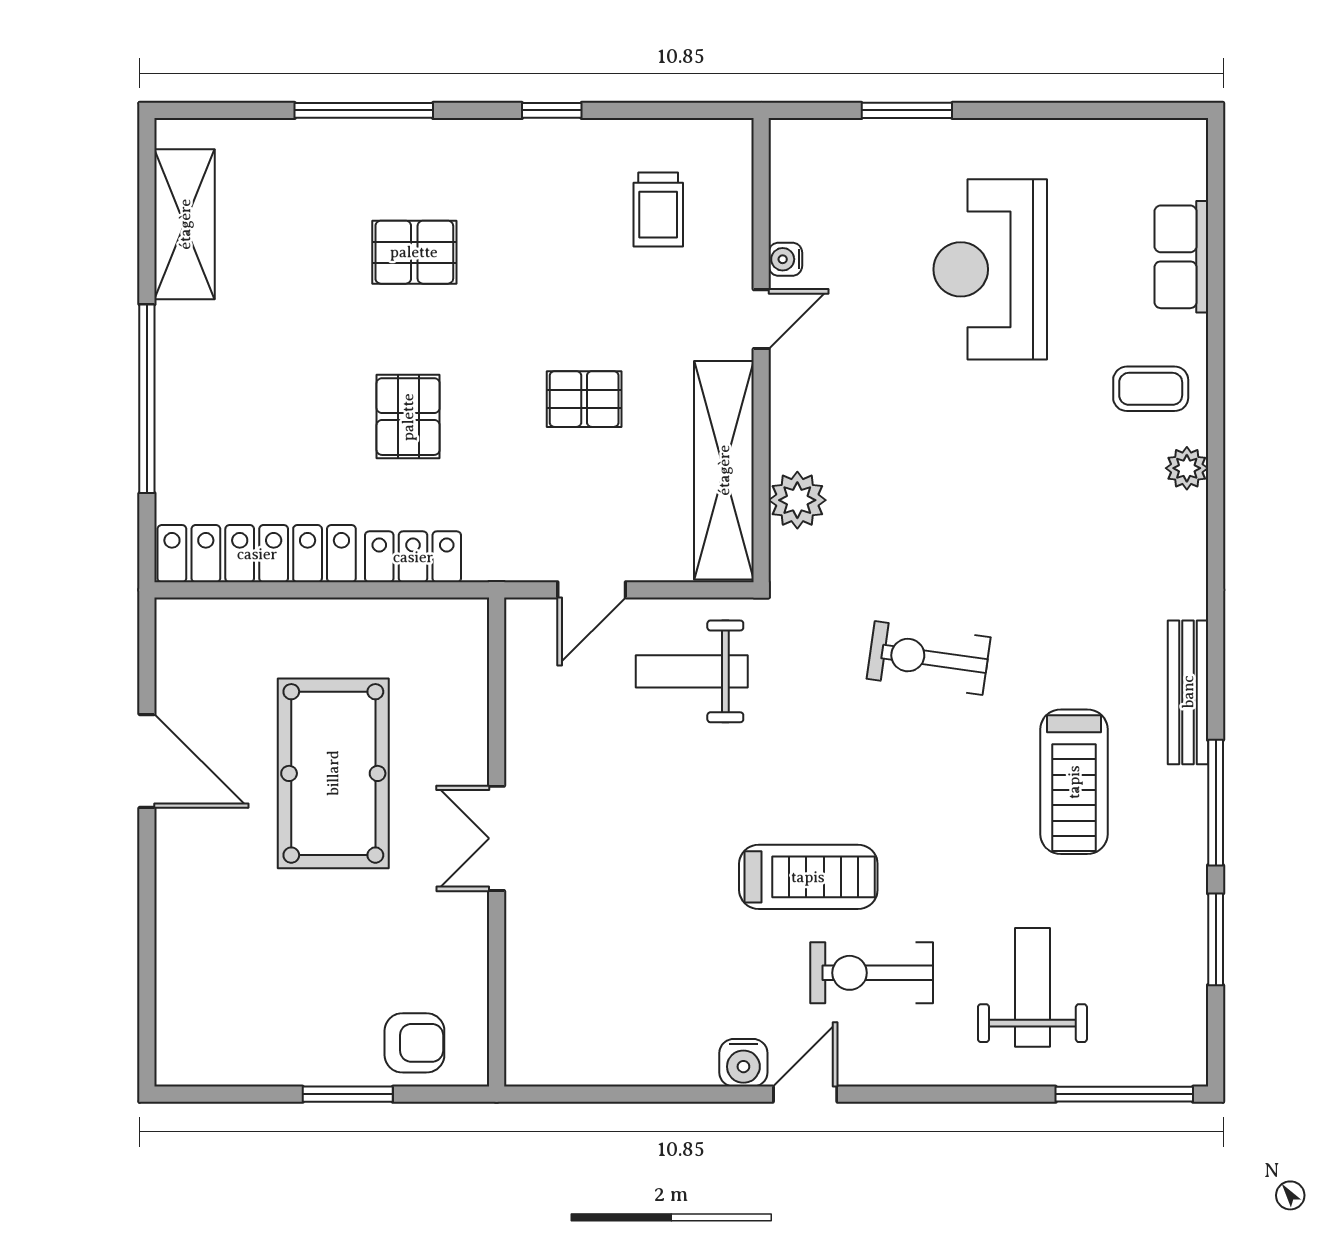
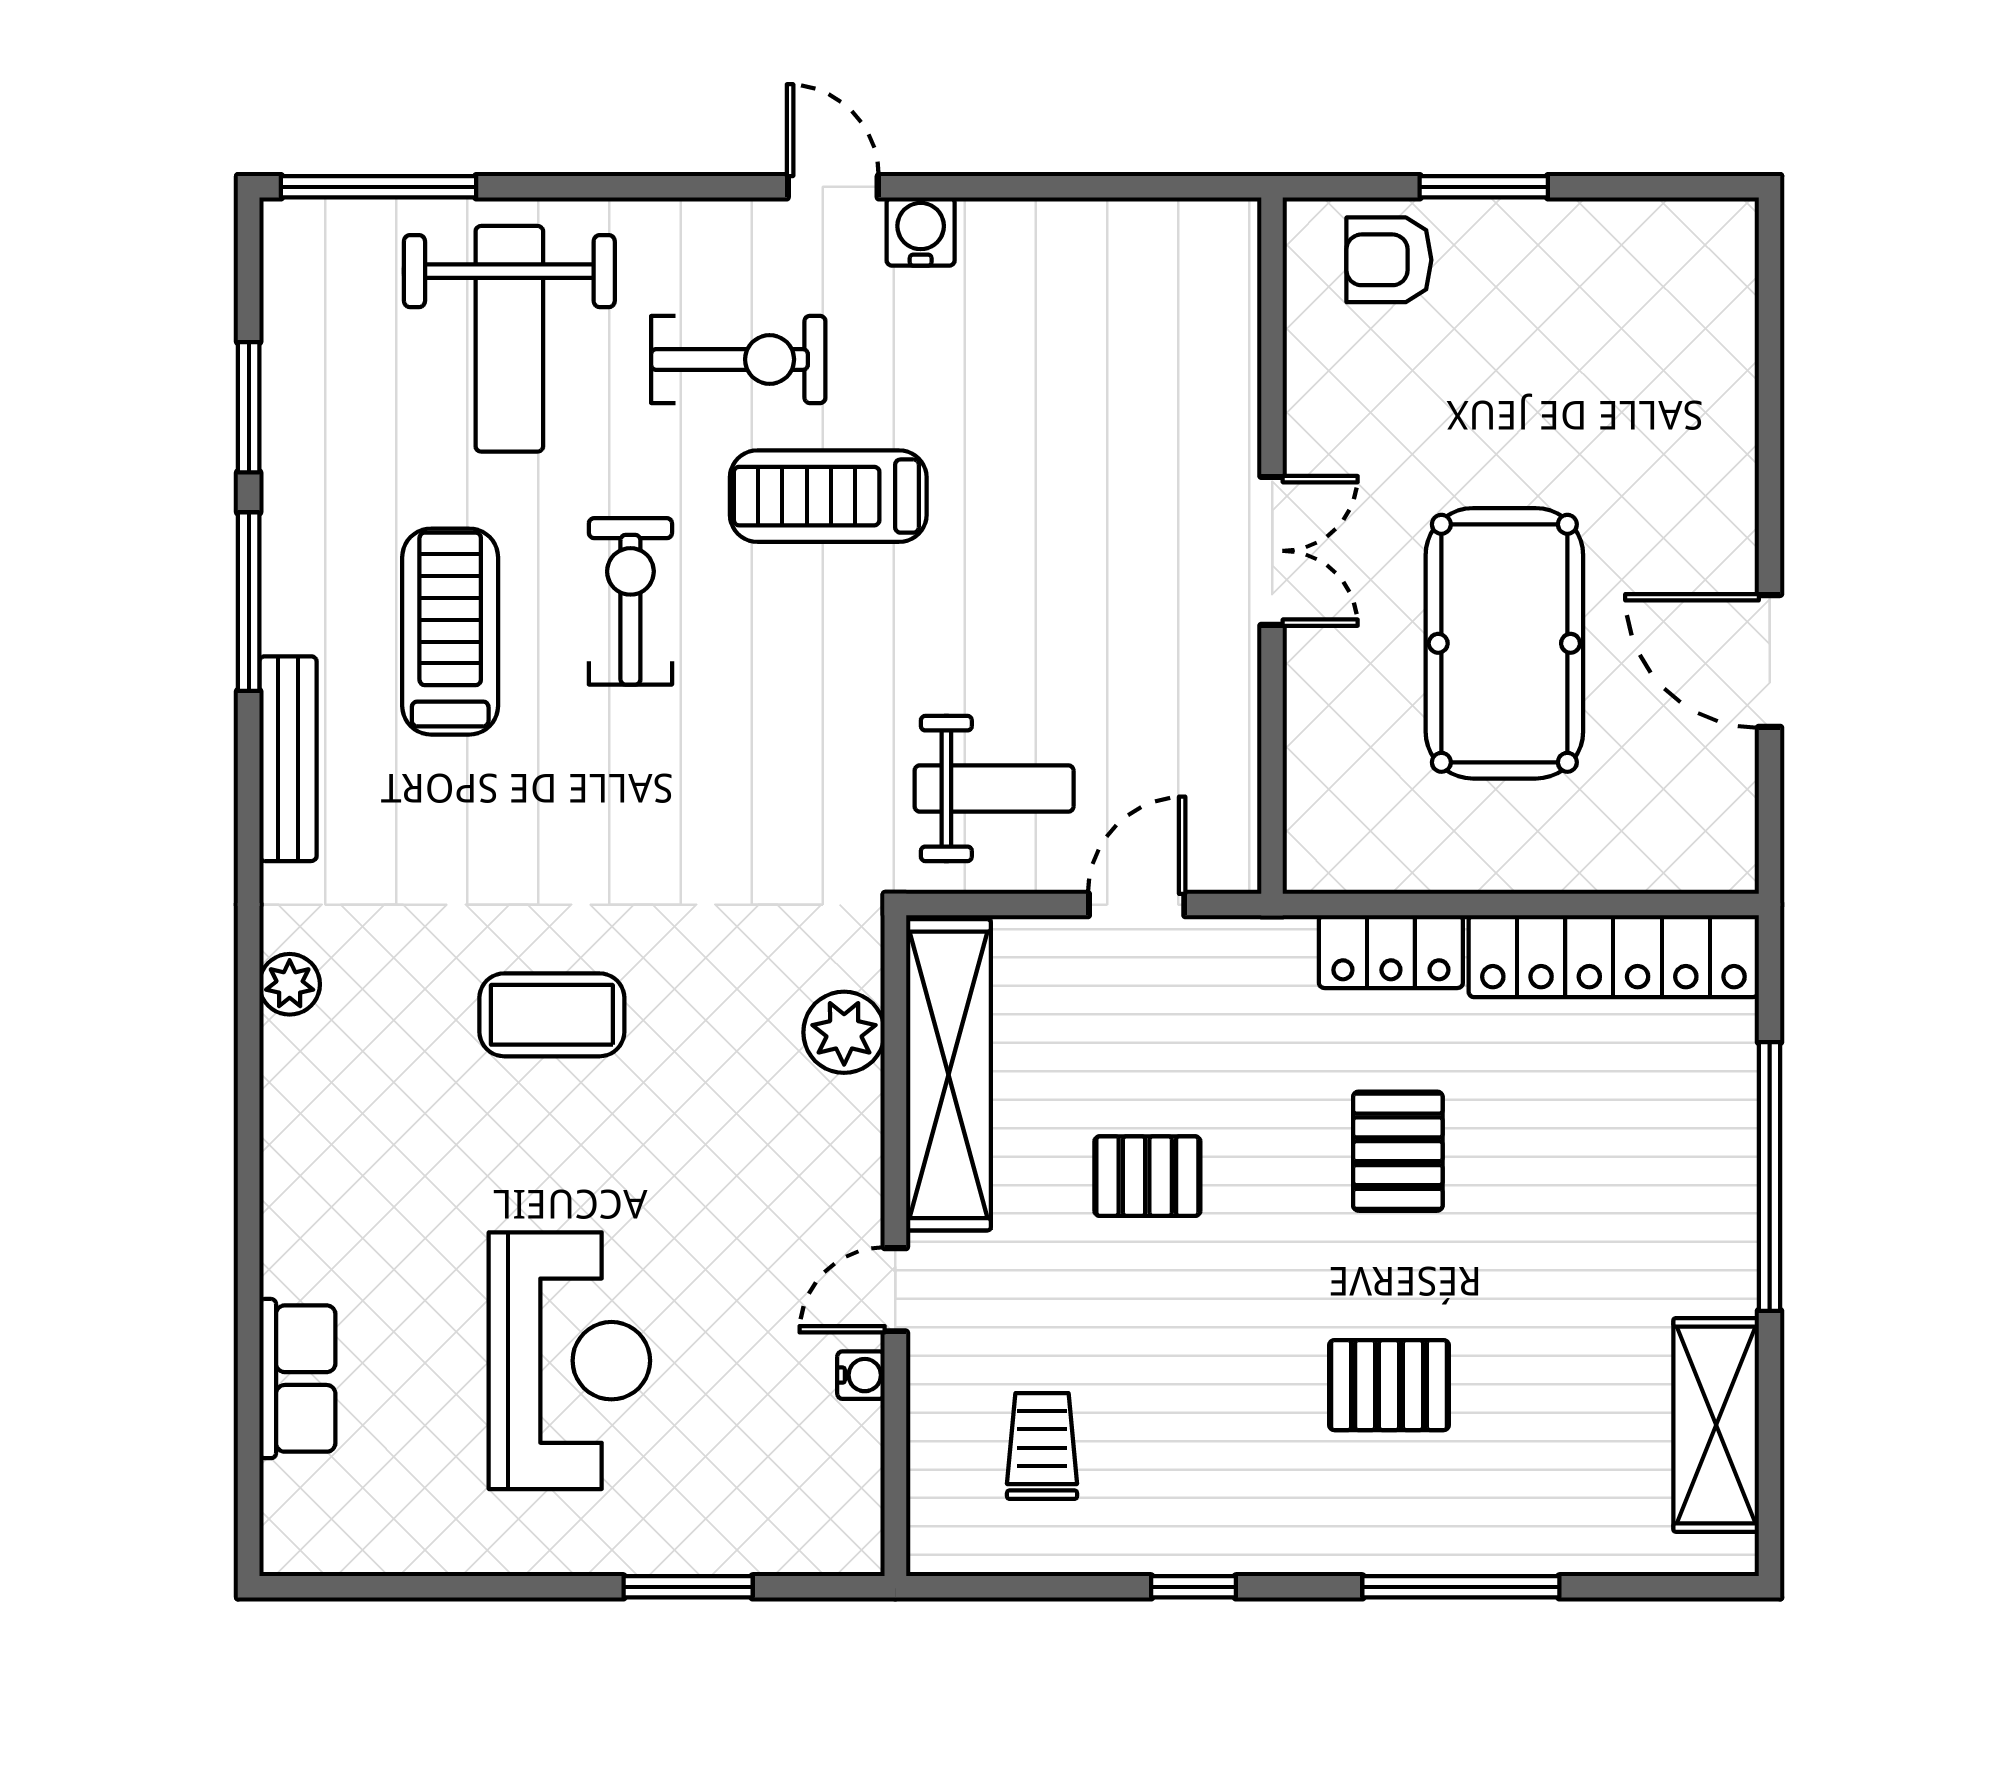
coffee table: (1151, 389) -> (552, 1015), moved, width x1.36, depth x1.30
plant: (1187, 468) -> (290, 984), moved
exercise bike: (929, 658) -> (630, 601), moved, turned -98
weight bench: (1032, 987) -> (509, 339), width x1.36, depth x1.33
door: (805, 1094) -> (833, 187), swing flipped

